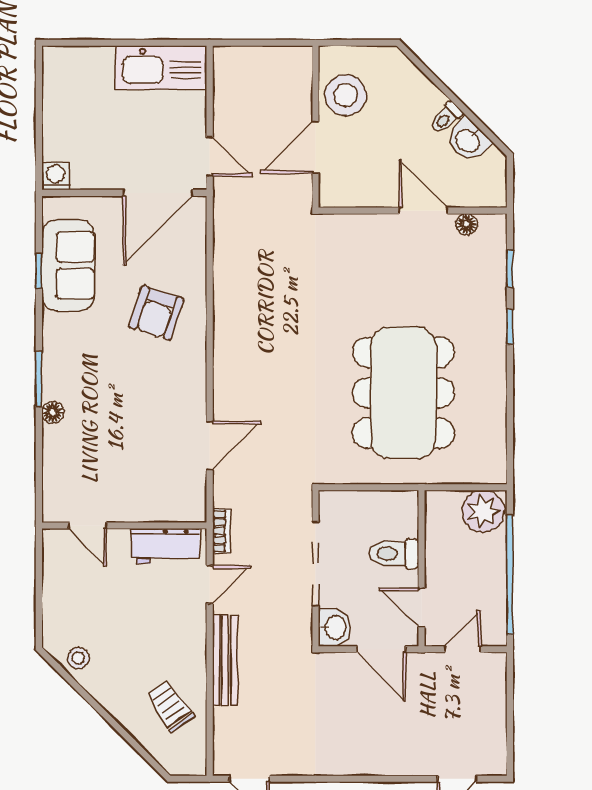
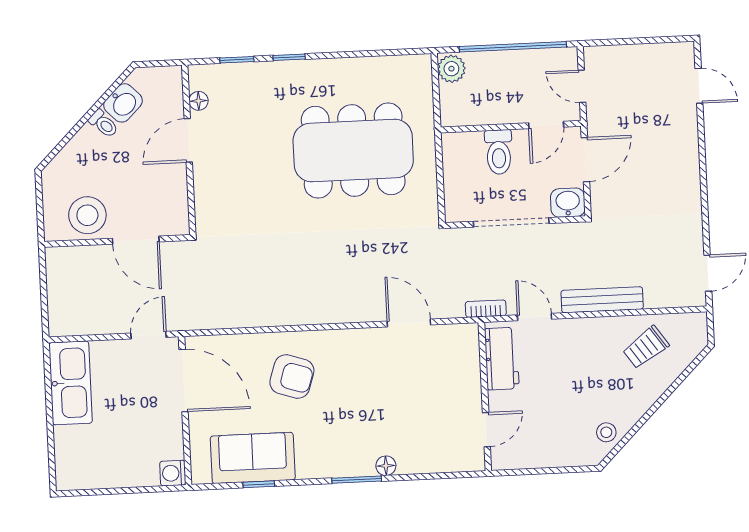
plant: (483, 511) -> (451, 69), width x0.73, depth x0.73

